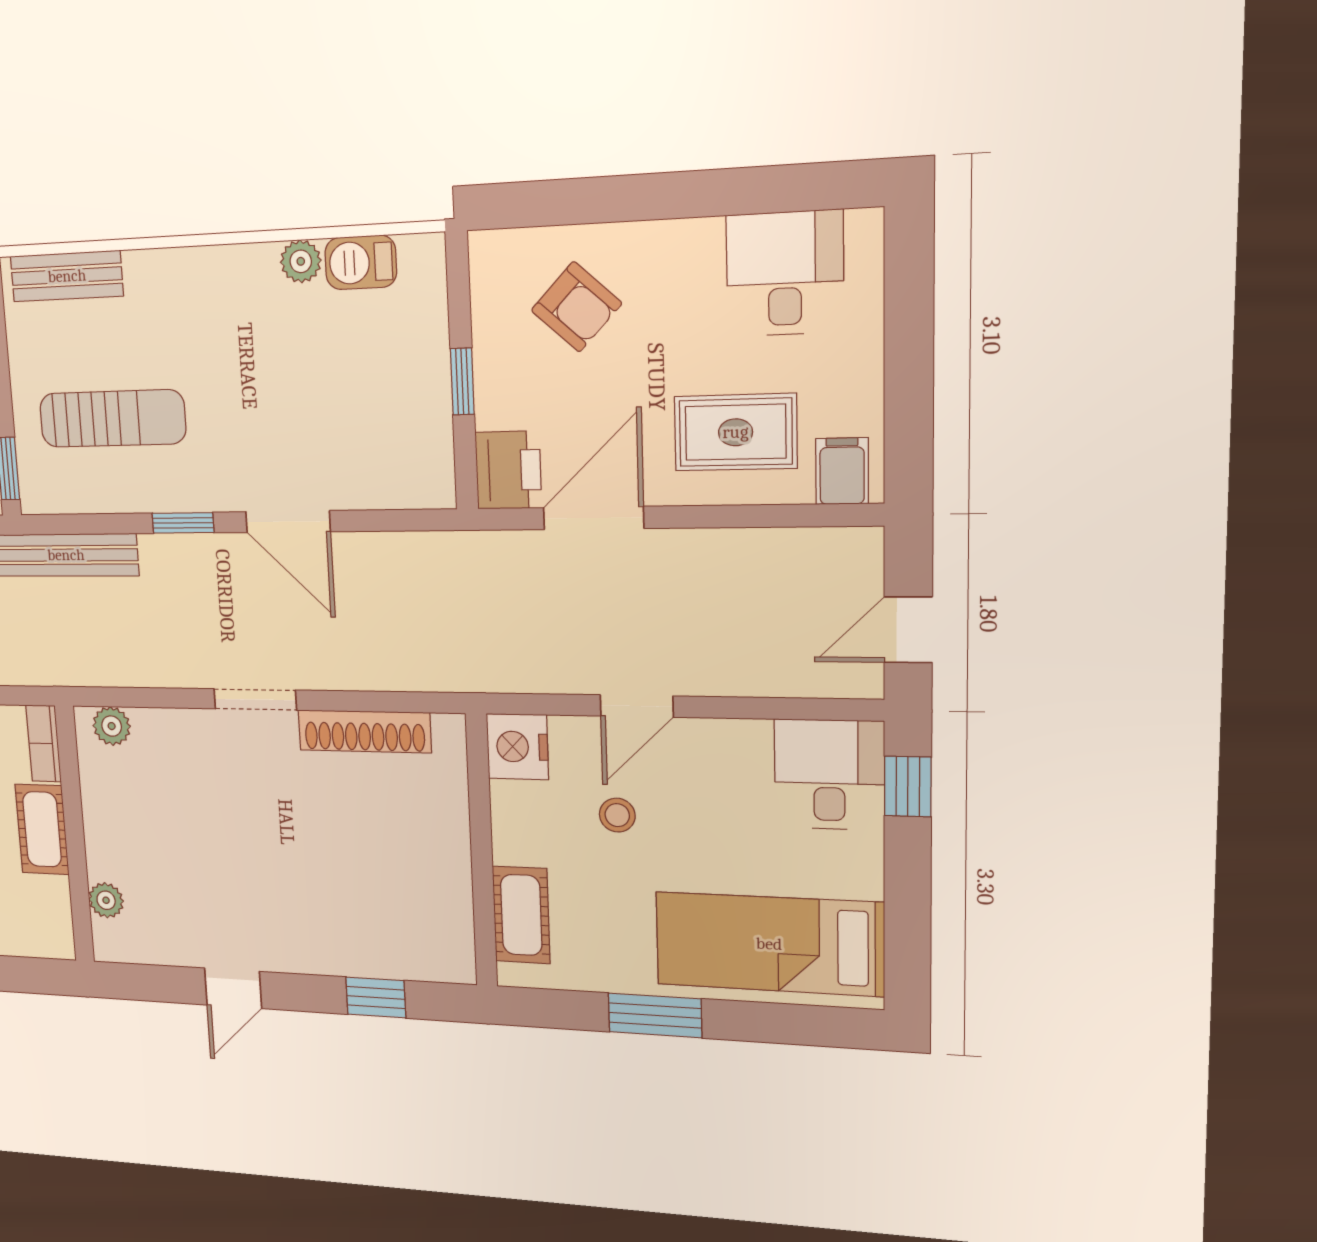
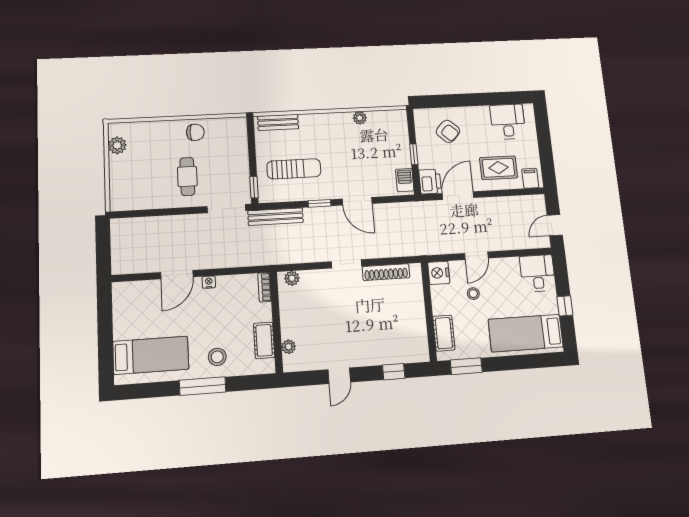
barbecue: (361, 262) -> (405, 180), moved, turned 90
window: (908, 787) -> (565, 306), moved
cot: (42, 829) -> (264, 340), moved
window: (655, 1015) -> (466, 366), moved

